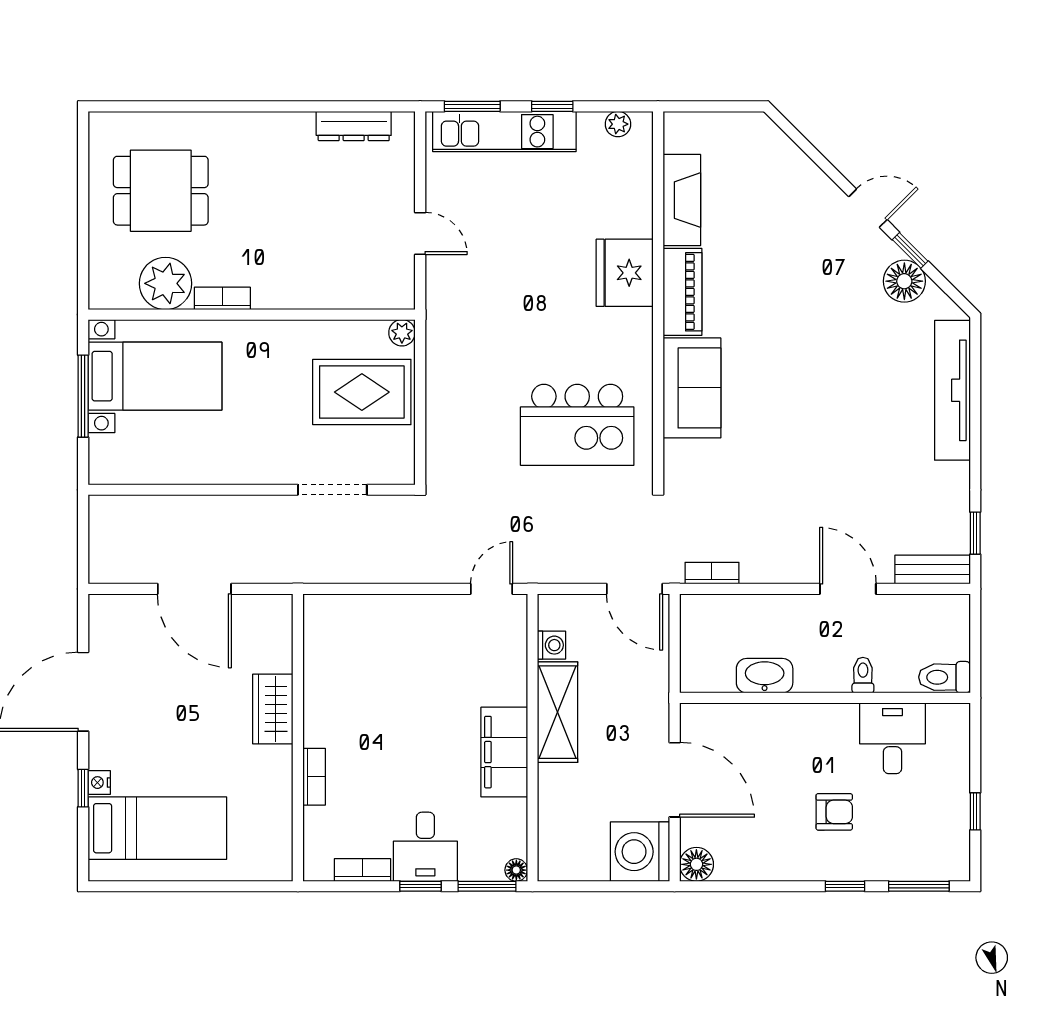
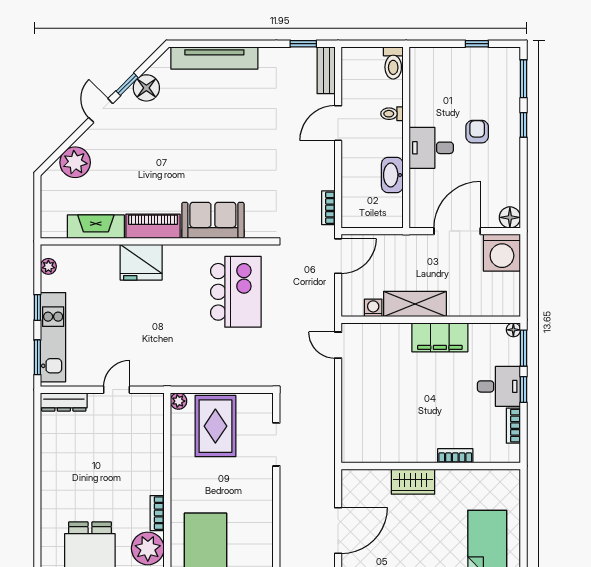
dresser: (354, 126) -> (64, 402), moved, turned 90
plant: (785, 167) -> (75, 162), added
desk: (892, 738) -> (431, 148), moved

